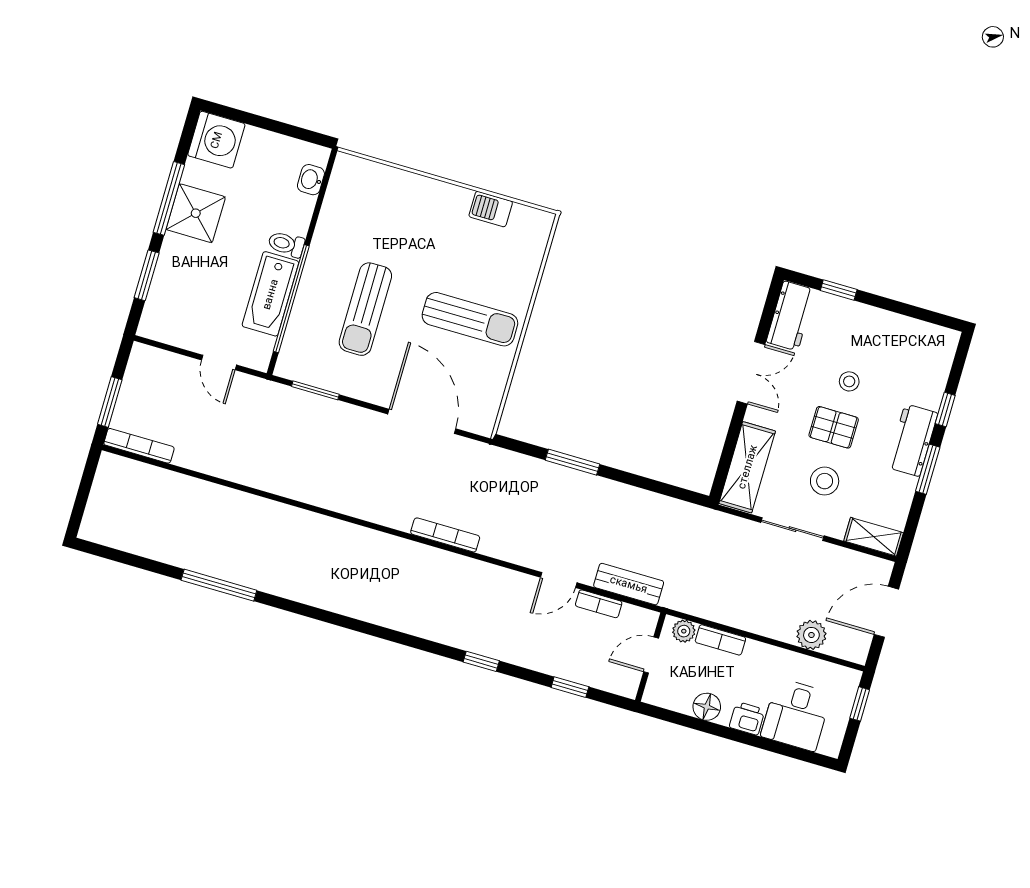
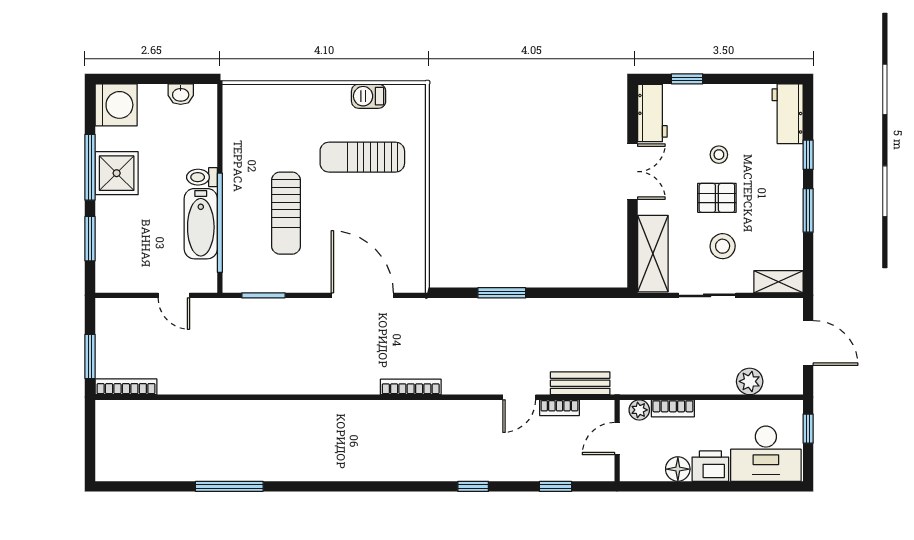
washbasin: (311, 180) -> (181, 94), moved, turned -90
sun lounger: (470, 319) -> (362, 157), moved, turned 180
workbench: (912, 440) -> (788, 114), moved
door: (886, 612) -> (808, 343), swing flipped
desk: (796, 715) -> (766, 454), width x1.37
printer: (747, 718) -> (710, 466), width x1.36, depth x1.24

